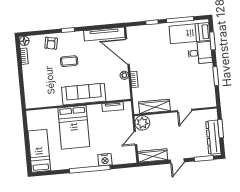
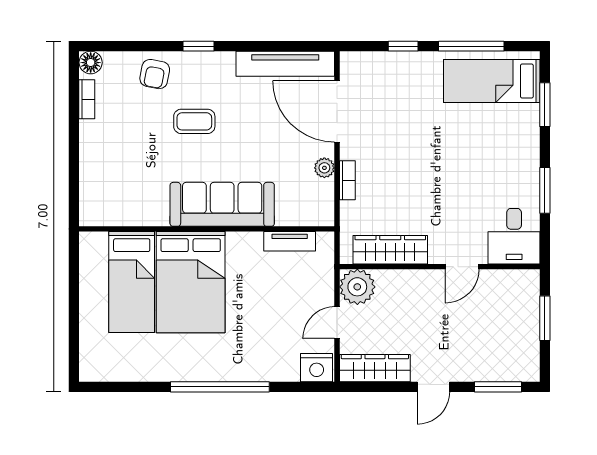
desk: (200, 53) -> (514, 236), moved, turned 90
dresser: (213, 137) -> (525, 338), removed
bed: (39, 151) -> (132, 282), moved, turned 180
nightstand: (105, 160) -> (317, 368), moved

